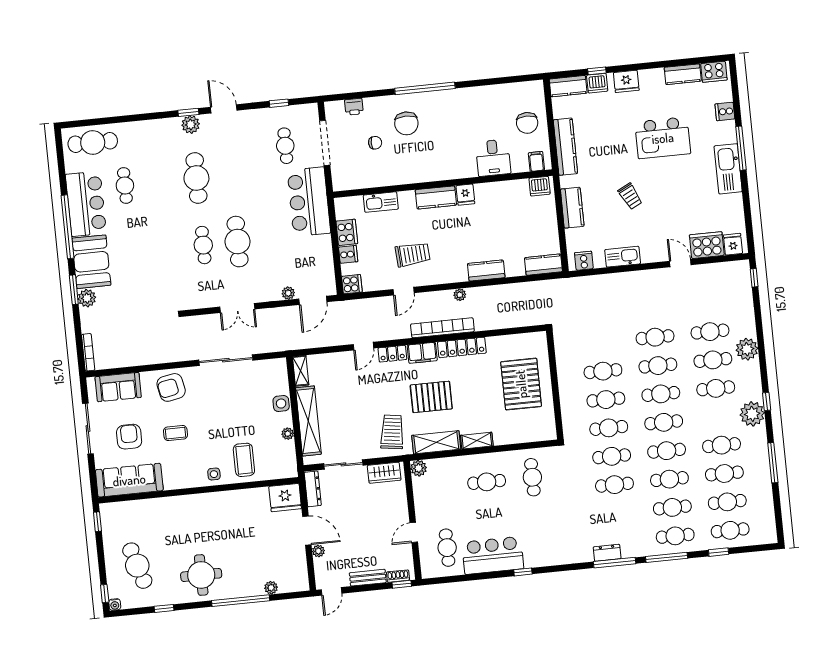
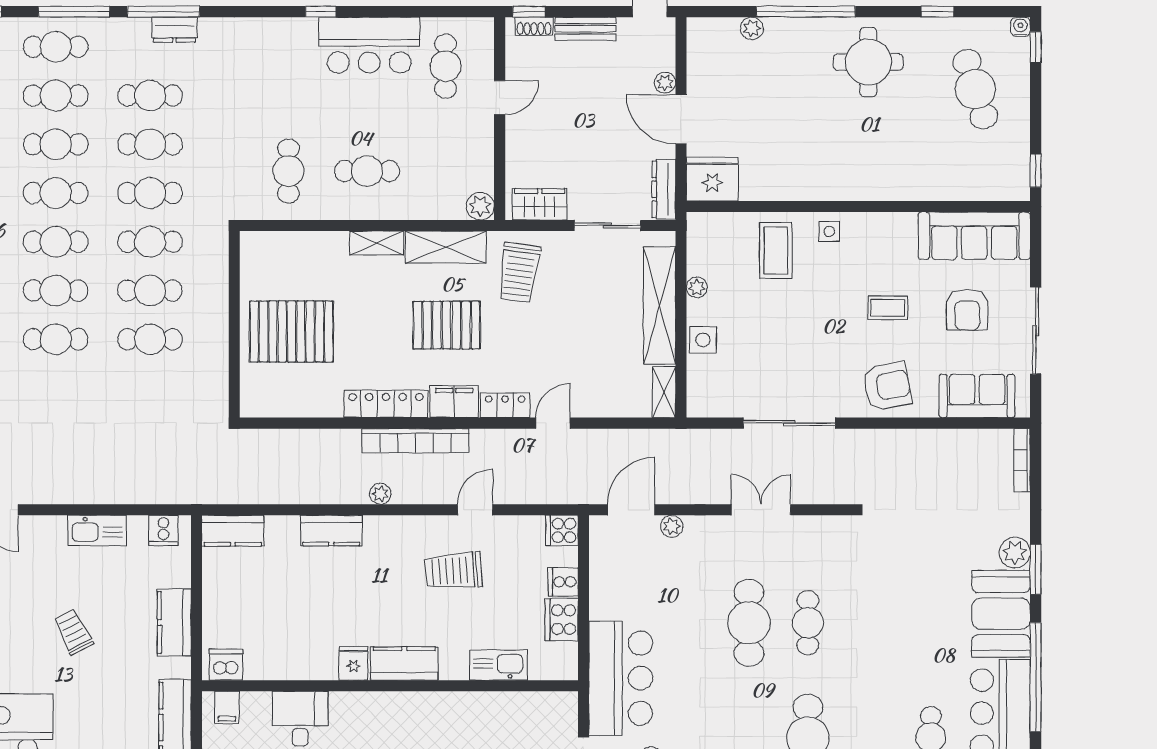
cafe table: (655, 337) -> (150, 95), moved
pallet: (521, 384) -> (291, 331), turned 90

